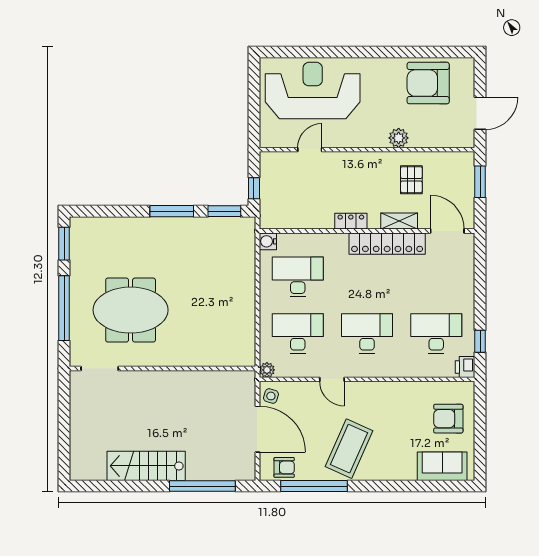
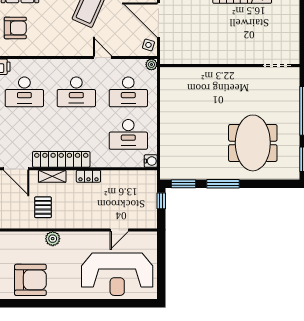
meeting table: (131, 310) -> (253, 143), moved, turned 90

